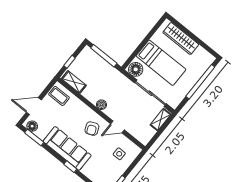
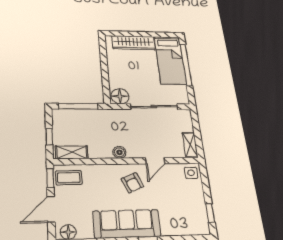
bed: (161, 63) -> (170, 60), moved, turned 90
window: (49, 88) -> (50, 178), added
shelving: (161, 120) -> (190, 145), moved
side table: (119, 154) -> (191, 173), moved

